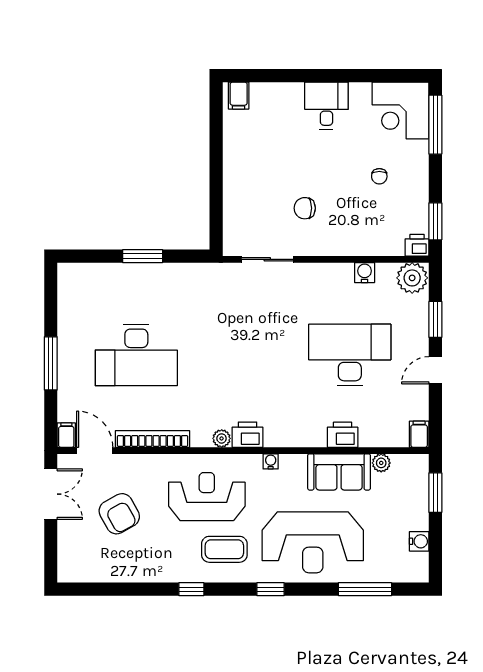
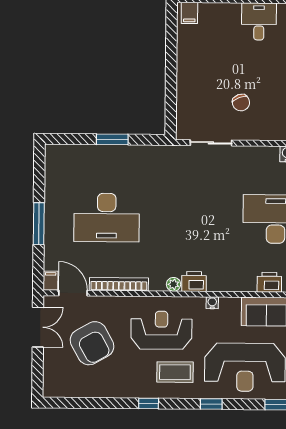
chair: (305, 208) -> (241, 103), turned -111
armchair: (119, 514) -> (92, 343), width x1.36, depth x1.36

